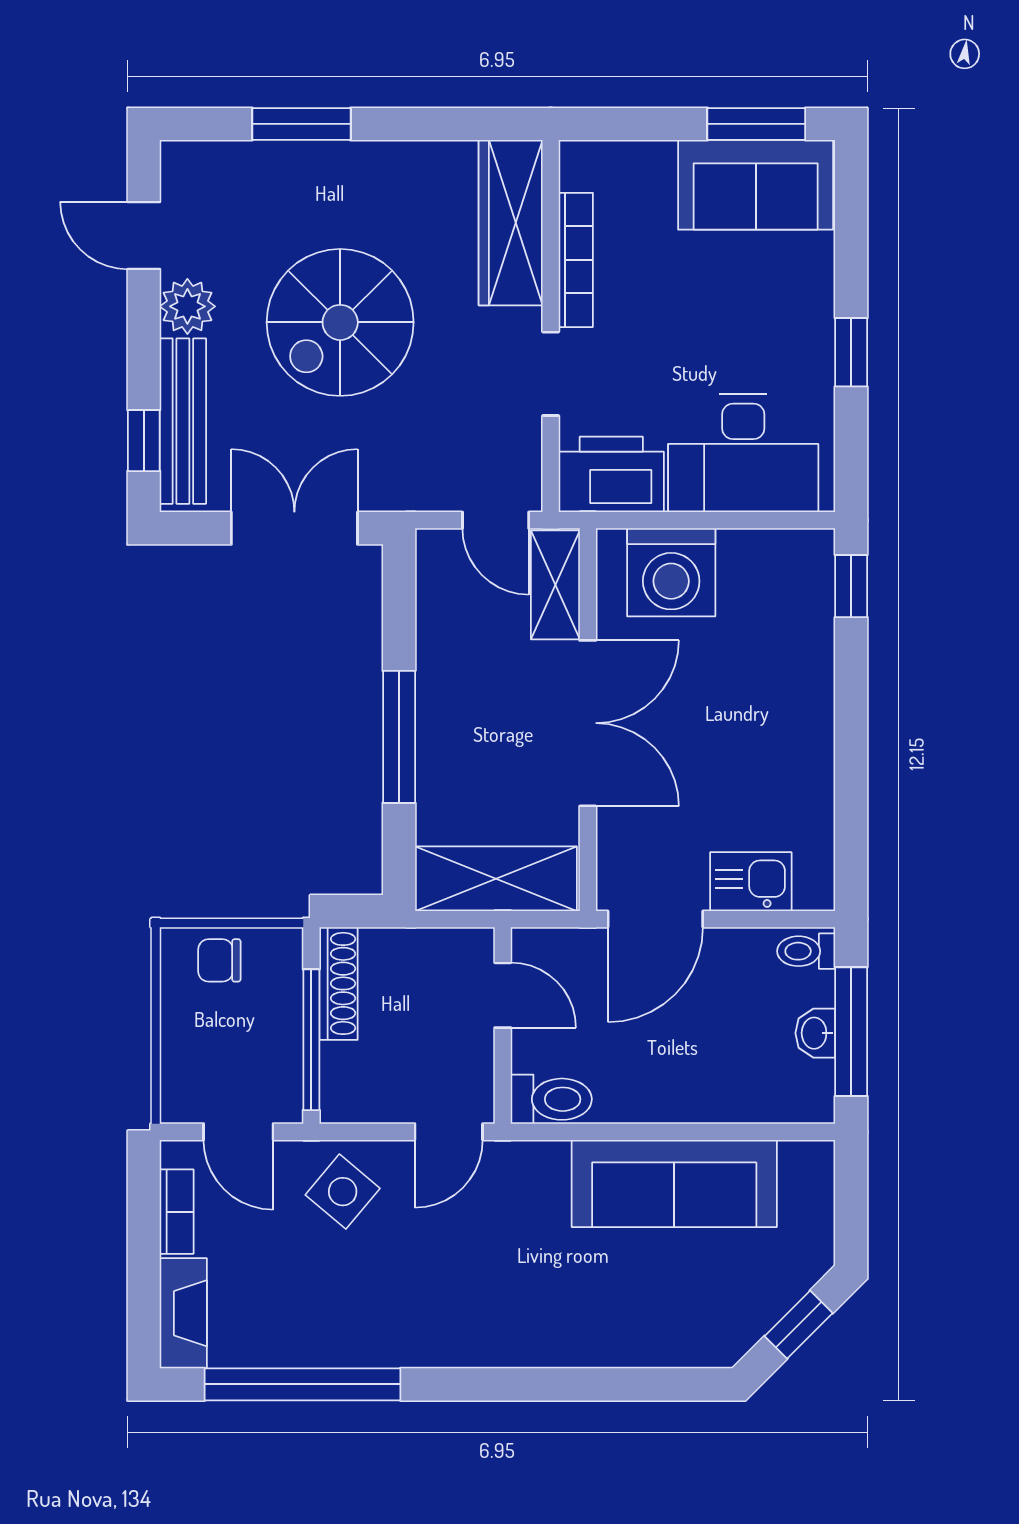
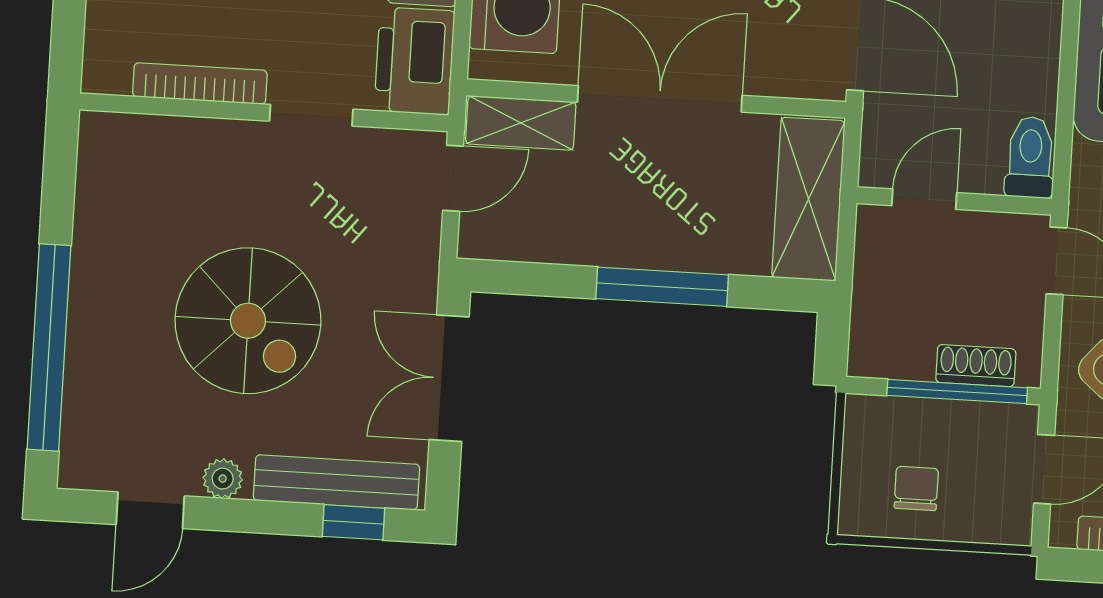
window: (301, 124) -> (49, 347), width x2.11
wardrobe: (511, 223) -> (159, 146), removed
plant: (187, 306) -> (223, 479), width x0.73, depth x0.73
chair: (219, 960) -> (916, 488), moved, turned 180
shoe rack: (338, 983) -> (976, 366), moved, width x0.70

